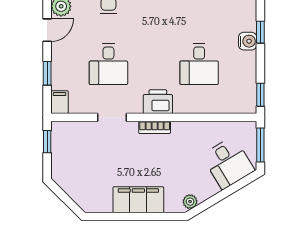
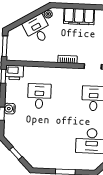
printer: (158, 102) -> (15, 73), moved
desk: (228, 163) -> (37, 29), moved

